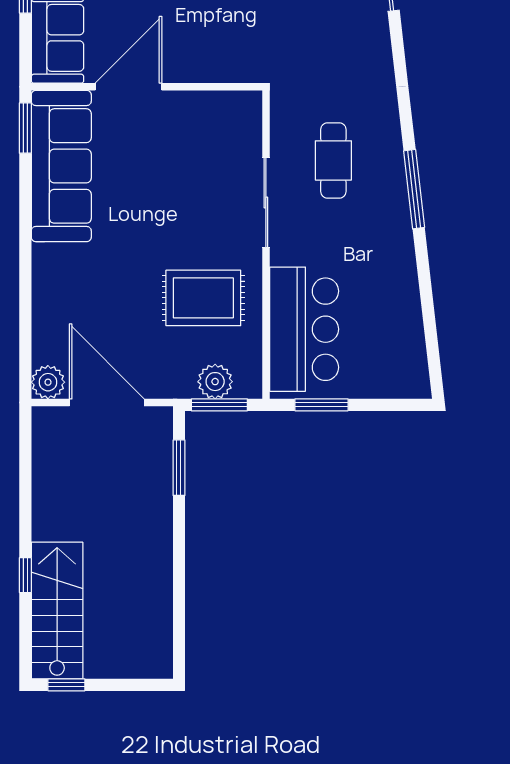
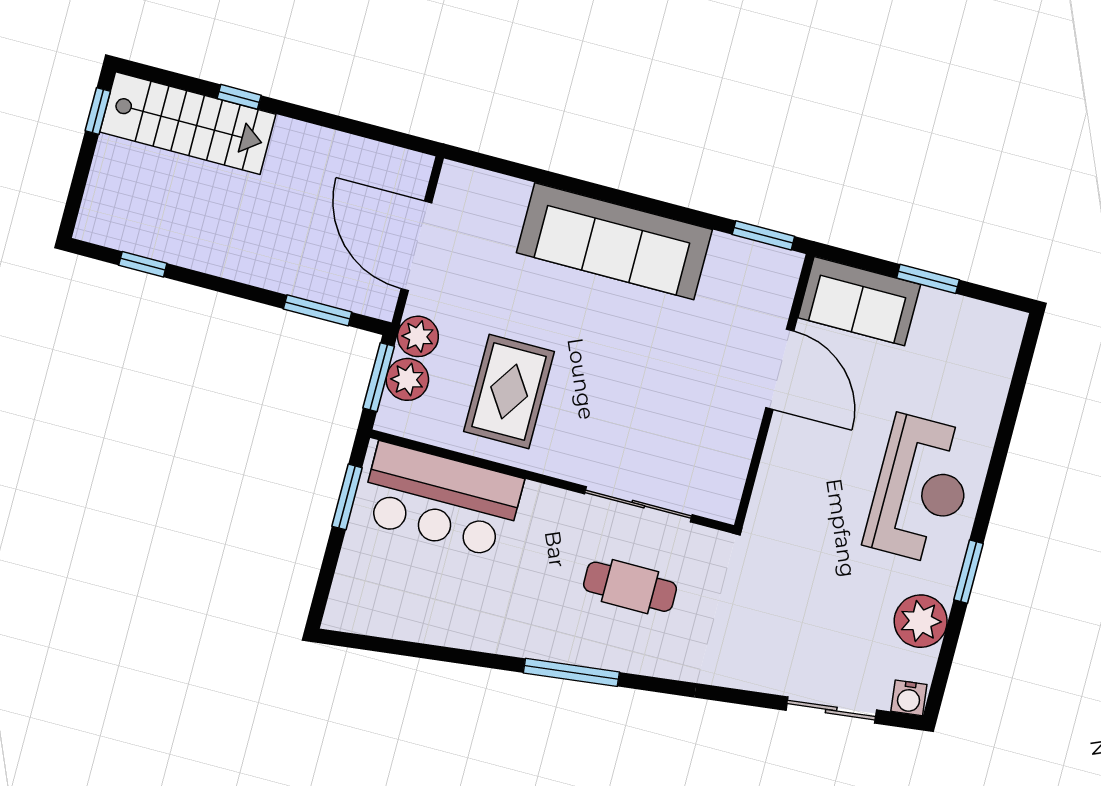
sofa: (61, 166) -> (614, 241), moved
sliding door: (266, 203) -> (638, 504), moved
plant: (48, 382) -> (418, 336), moved
door: (107, 403) -> (416, 246), swing flipped
window: (179, 617) -> (143, 264), added

